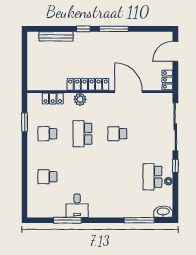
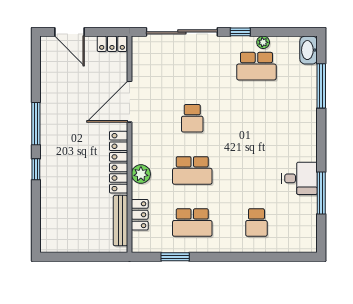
bench: (56, 36) -> (120, 221), moved
school desk: (47, 134) -> (192, 223), width x1.85

